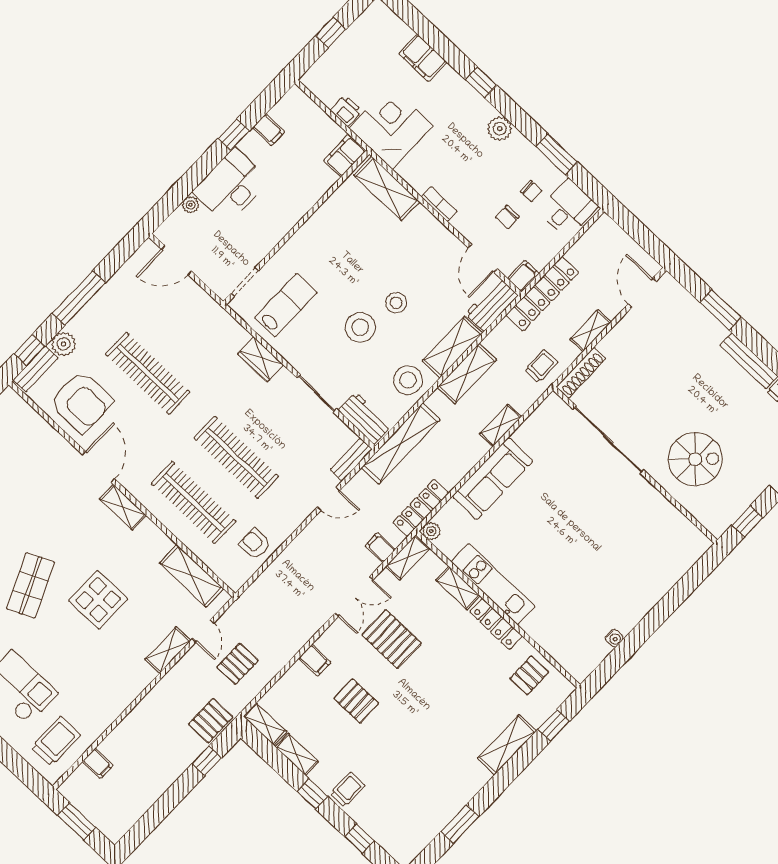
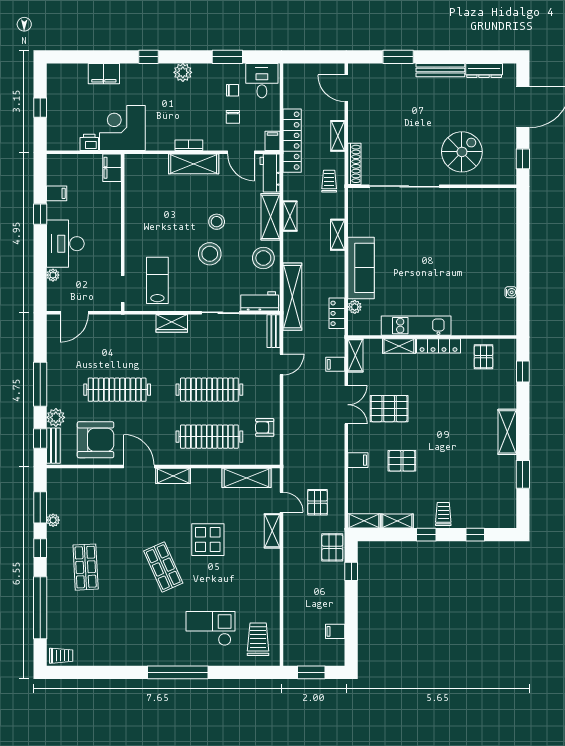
shelving: (387, 188) -> (194, 164), moved
shelving: (467, 374) -> (290, 216), width x0.67, depth x0.75
locker: (421, 508) -> (337, 313), width x0.66
plant: (431, 531) -> (355, 307), moved
shelving: (507, 745) -> (507, 432), moved
filing cabinet: (98, 763) -> (335, 631), moved, turned 180

